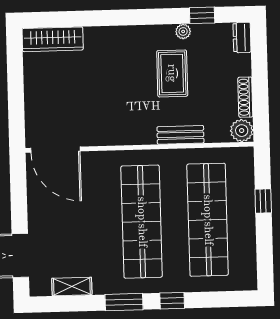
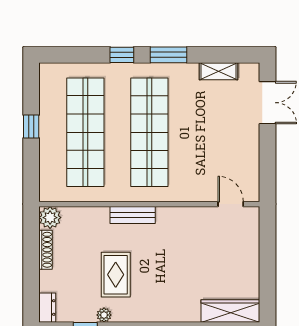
bench: (180, 135) -> (133, 215), moved
door: (55, 150) -> (231, 204), width x0.53
window: (263, 201) -> (31, 127), moved

